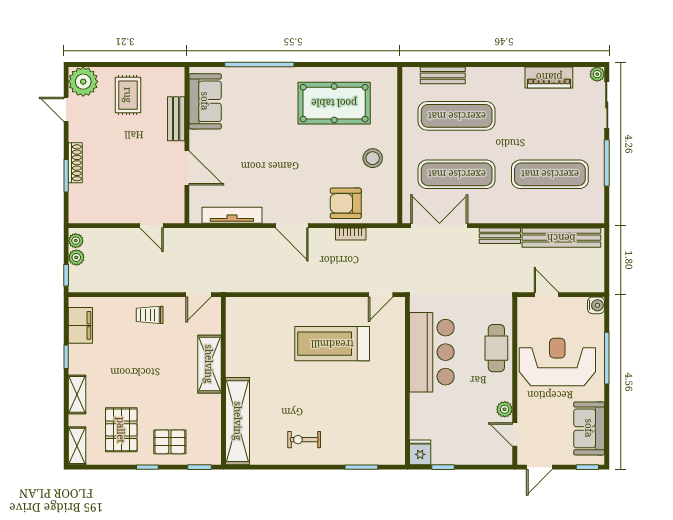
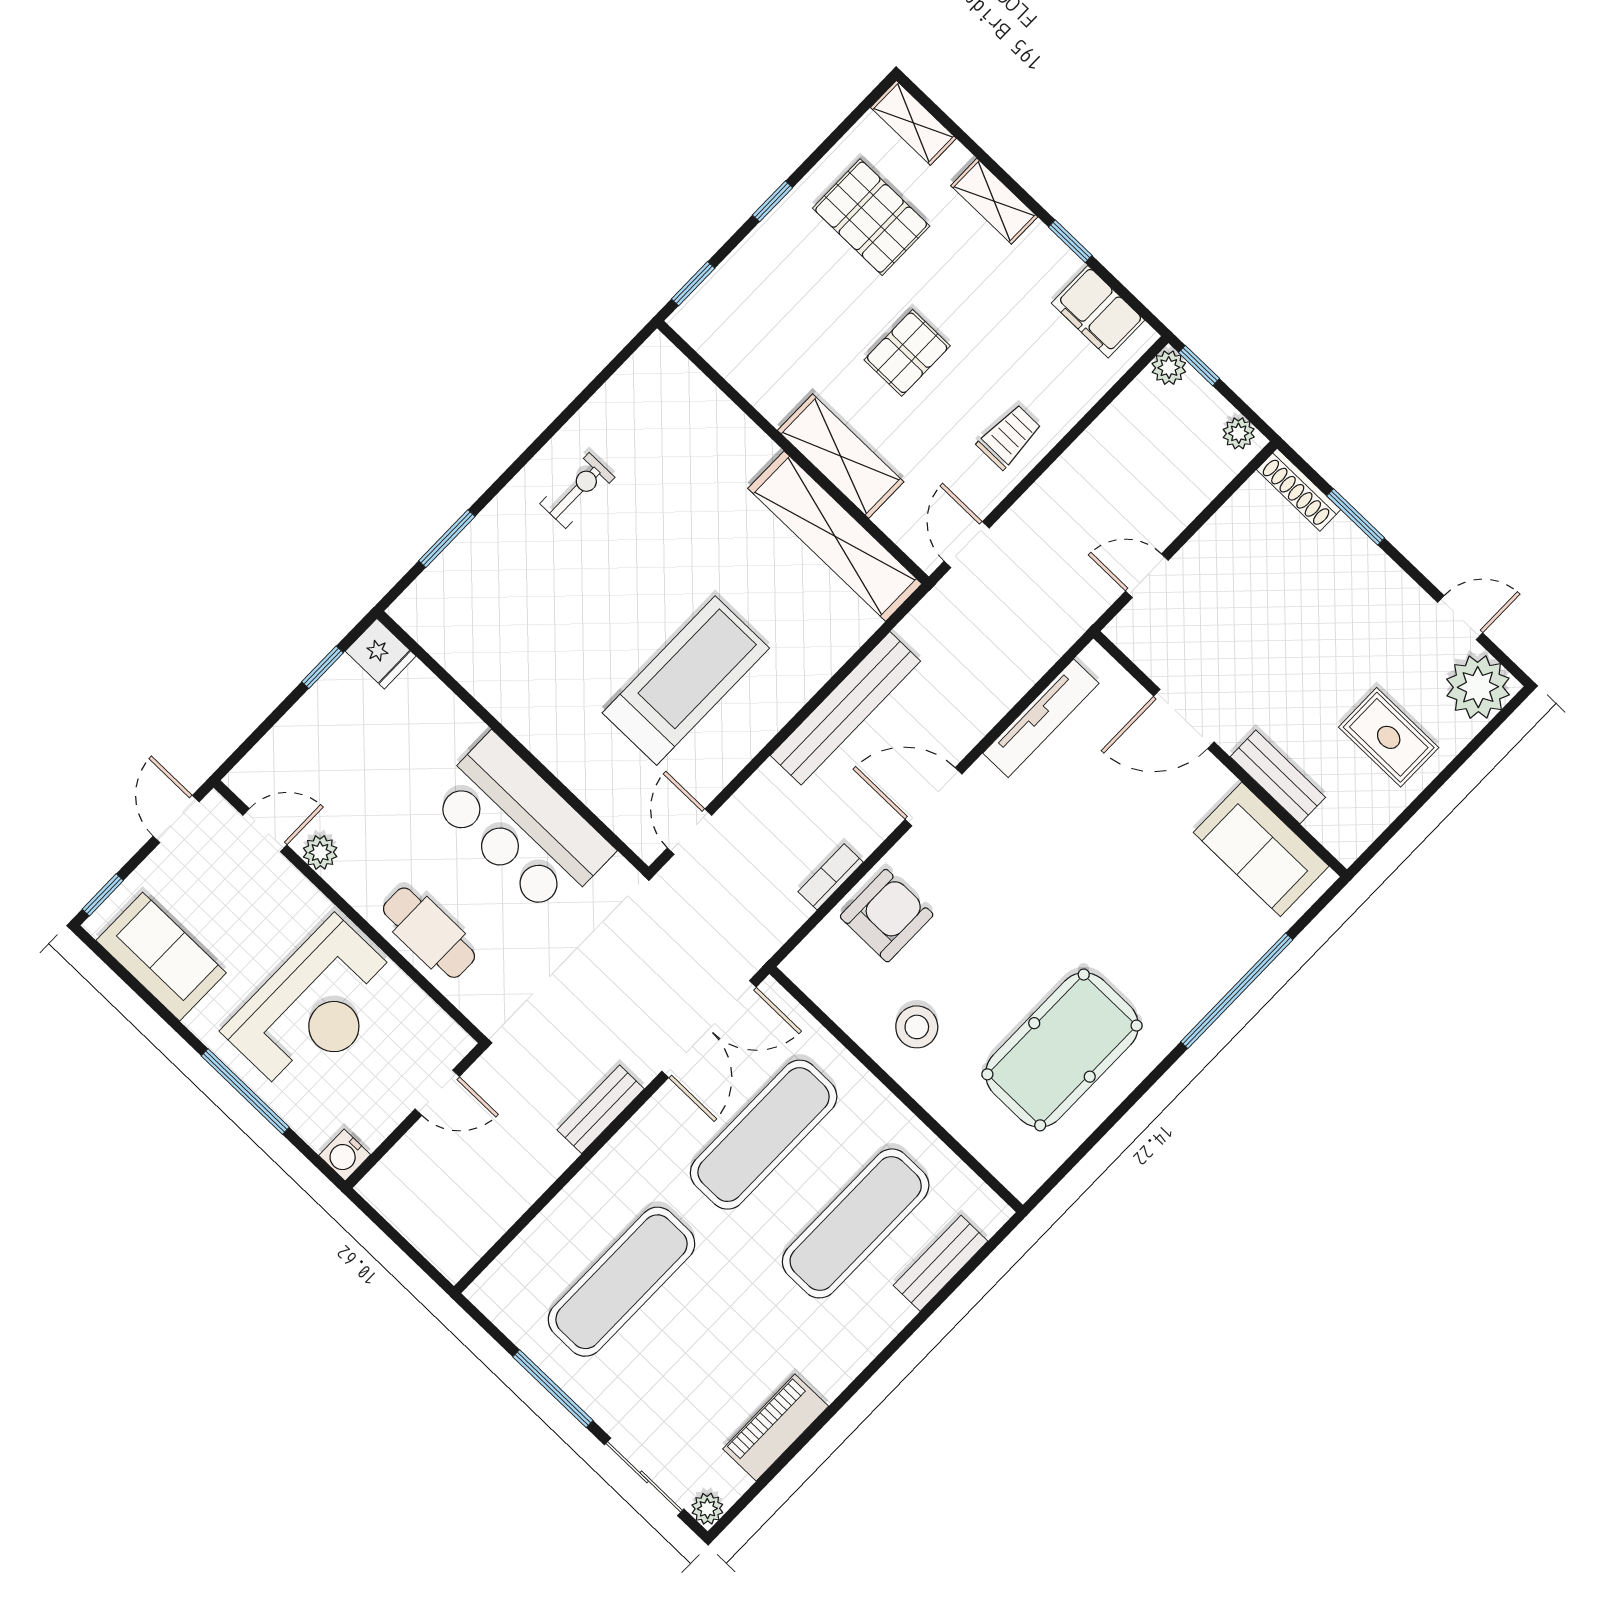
shoe rack: (75, 163) -> (1299, 490), moved
bench: (561, 238) -> (845, 708), moved
plant: (76, 257) -> (1169, 368), moved
shelving: (238, 421) -> (835, 536), moved
pallet: (170, 442) -> (907, 353), moved

